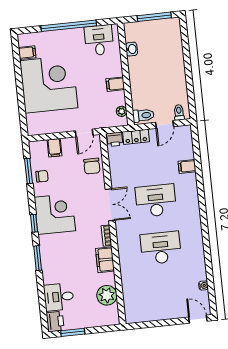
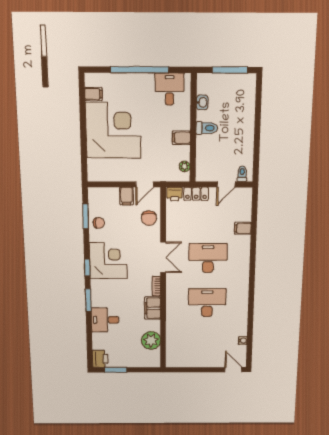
toilet: (143, 115) -> (207, 128), moved
filing cabinet: (55, 148) -> (127, 196), moved
desk: (59, 297) -> (105, 320), moved

